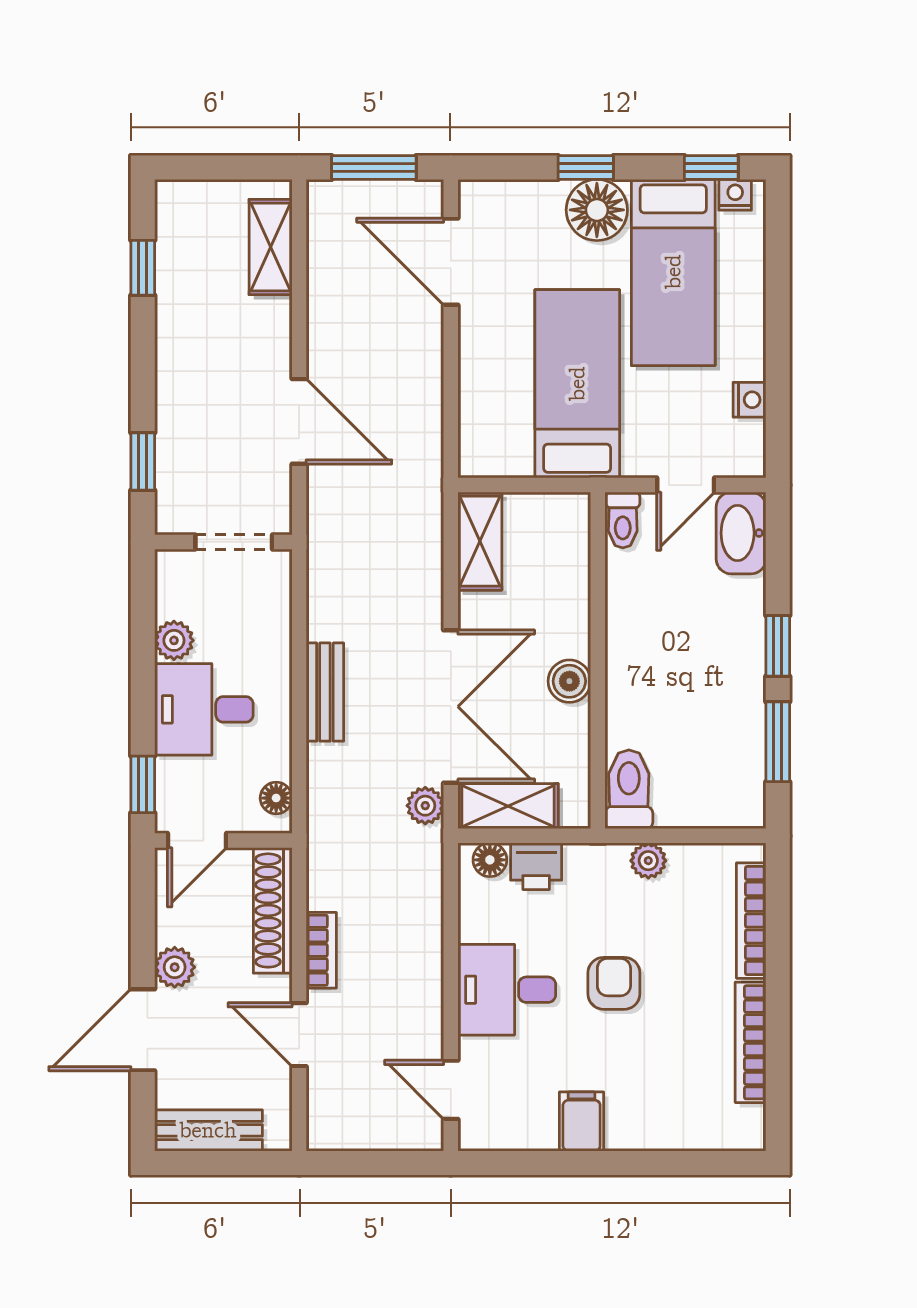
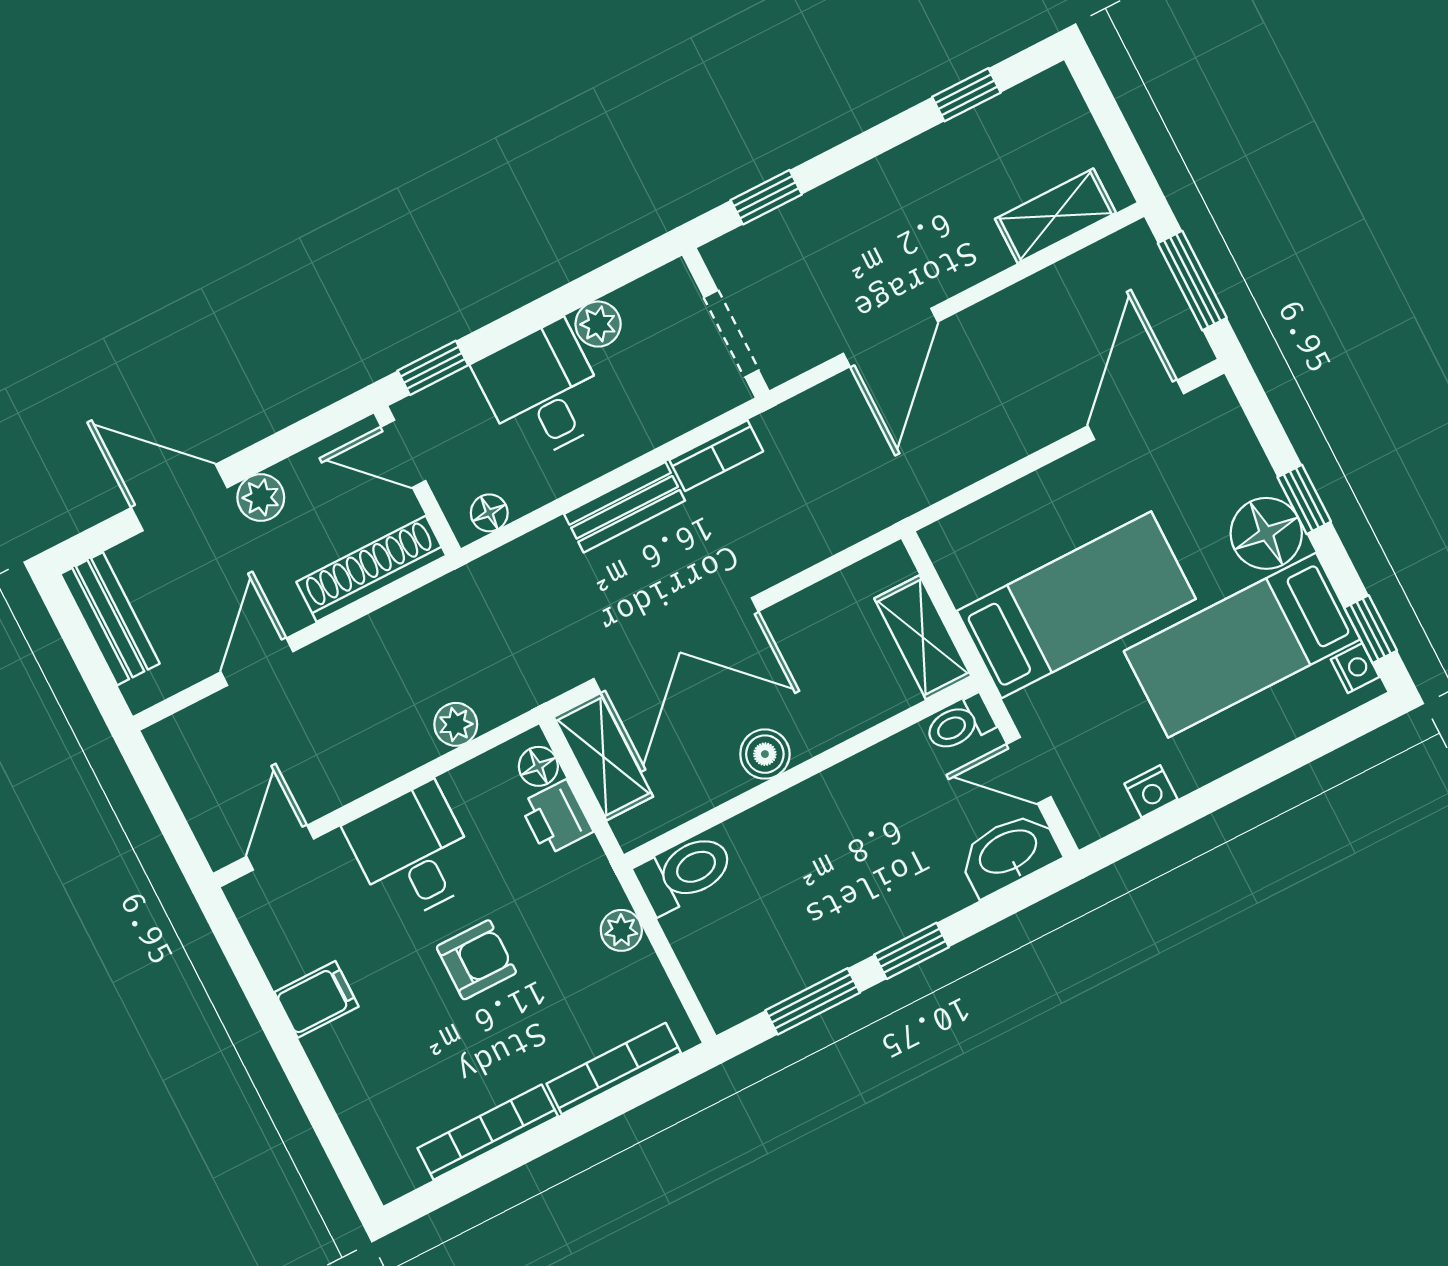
shelving: (480, 541) -> (923, 637), moved, turned 90
plant: (425, 806) -> (456, 724), moved
bookcase: (321, 950) -> (716, 456), moved

